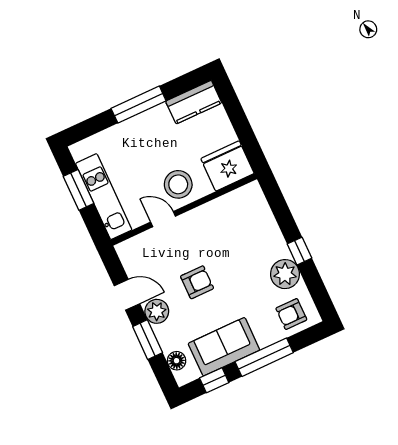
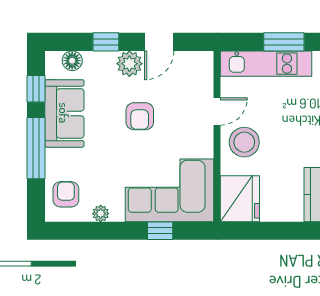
corner sofa: (248, 228) -> (170, 190), added
window: (299, 251) -> (160, 231), moved
plant: (285, 274) -> (101, 214), width x0.53, depth x0.53
window: (148, 340) -> (106, 42), width x0.67

